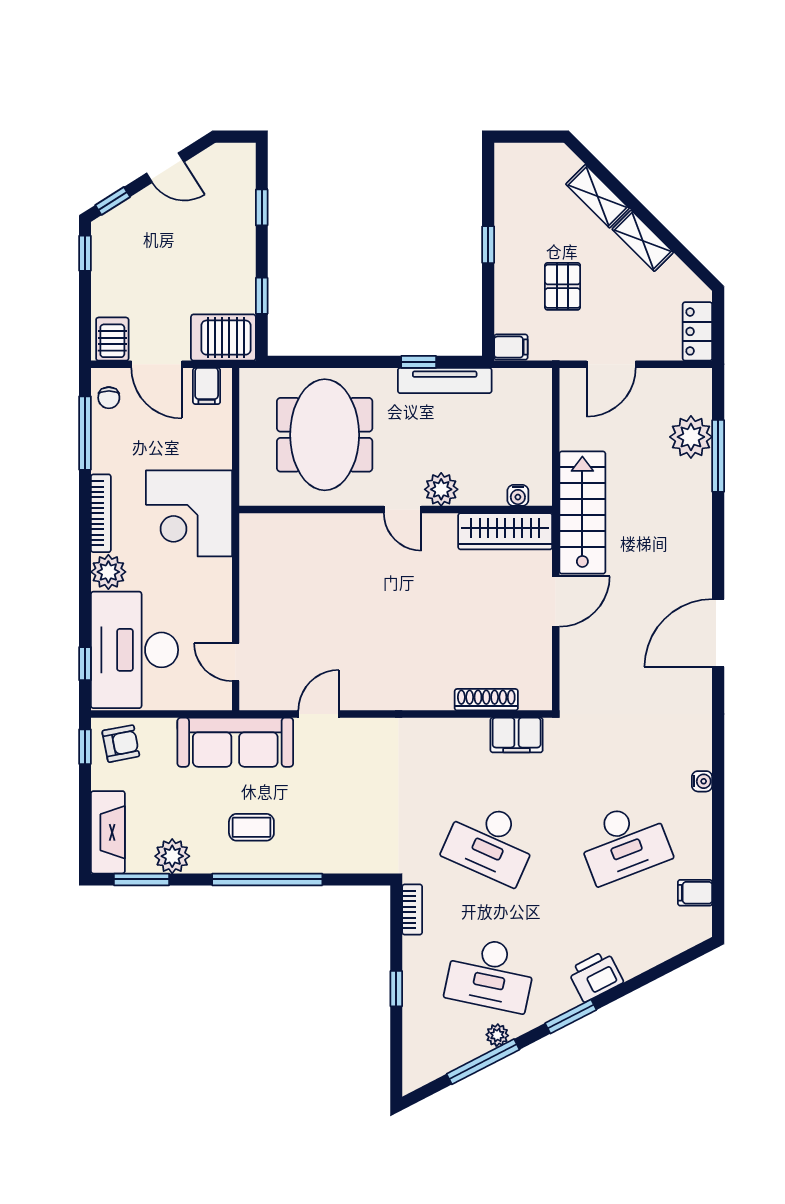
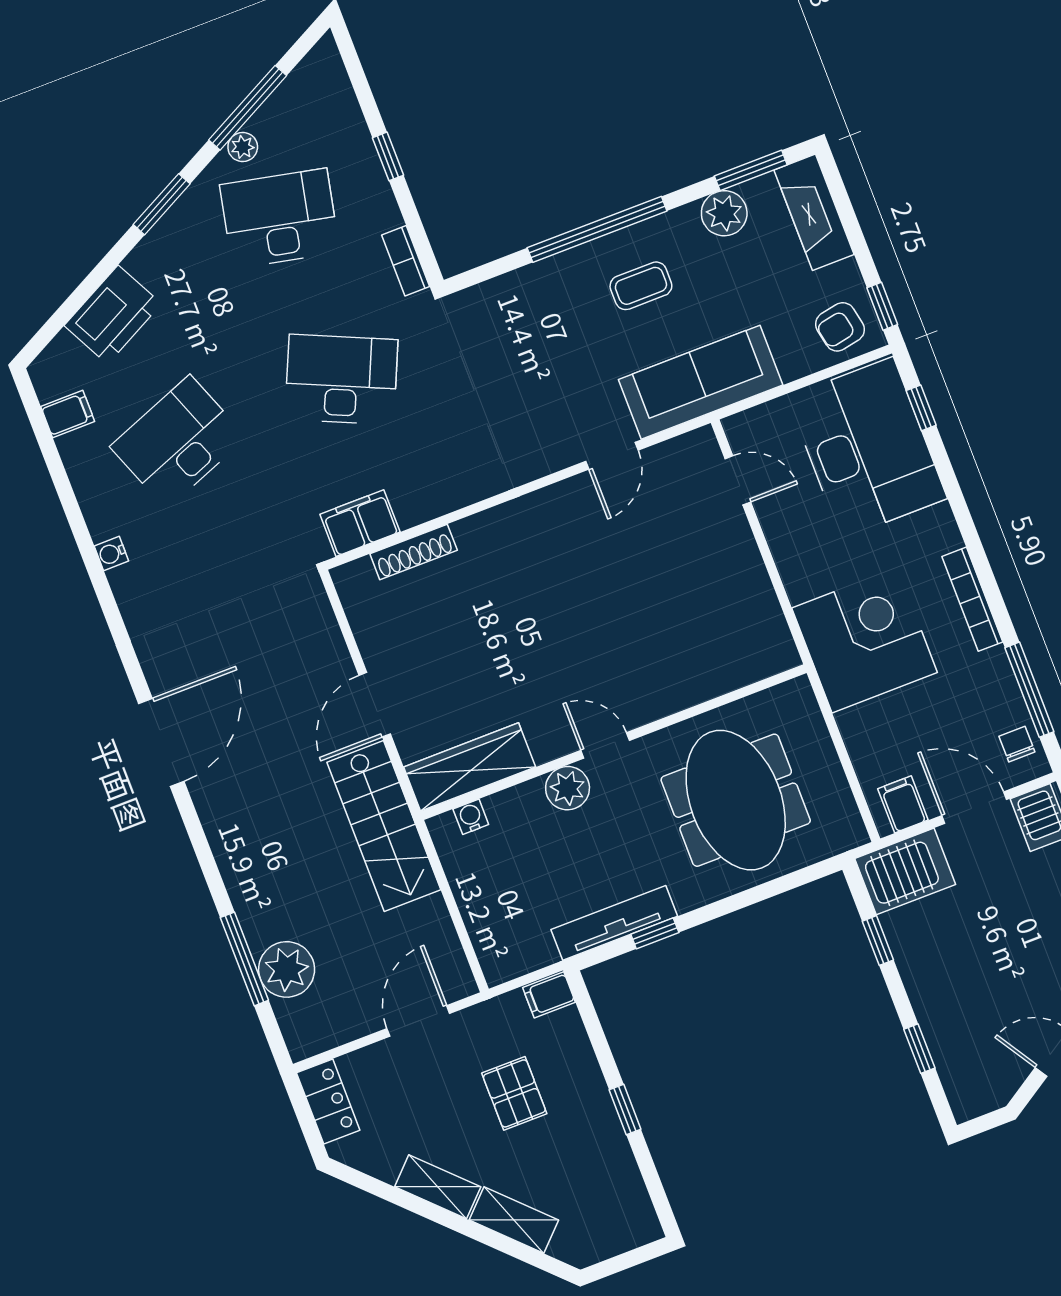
plant: (108, 572) -> (936, 531), removed
printer: (595, 976) -> (113, 315), moved, width x1.37, depth x1.19

